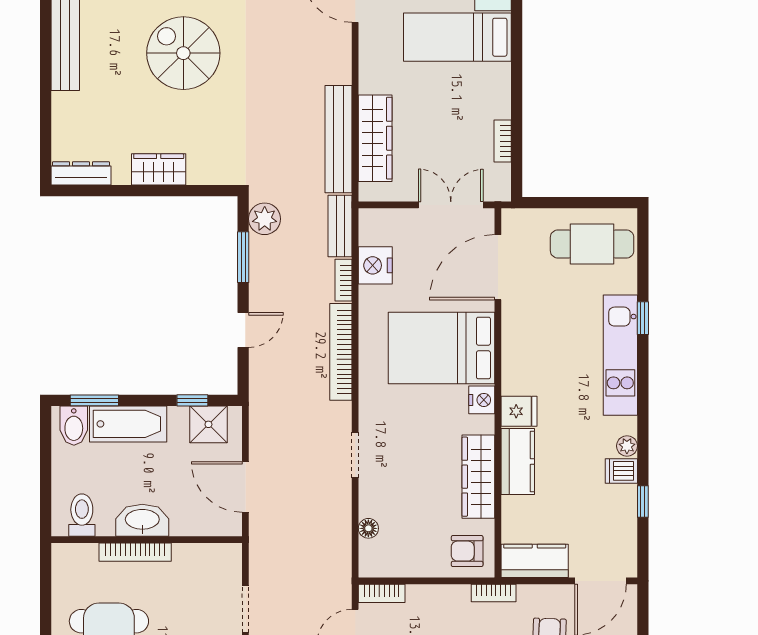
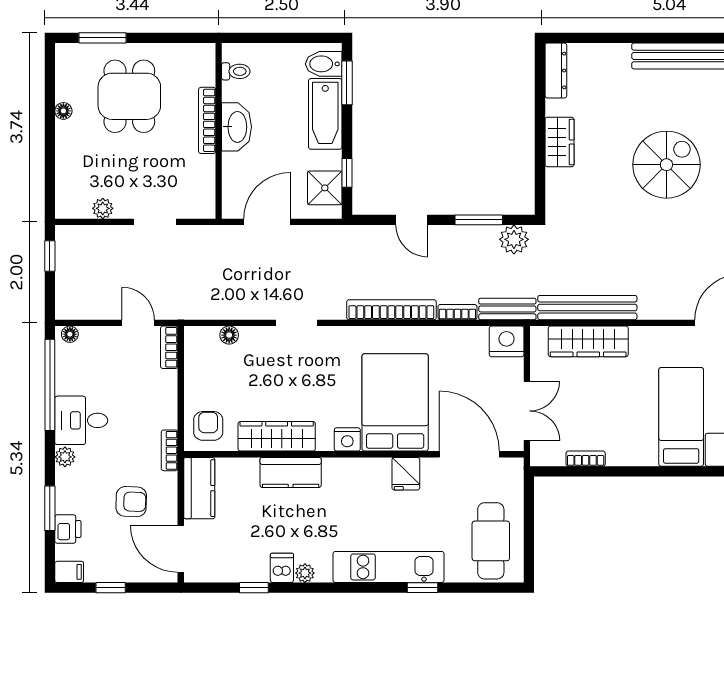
nightstand: (375, 265) -> (507, 341), moved
fridge: (519, 411) -> (406, 474), moved
toilet: (82, 515) -> (236, 71), width x0.73, depth x0.72

